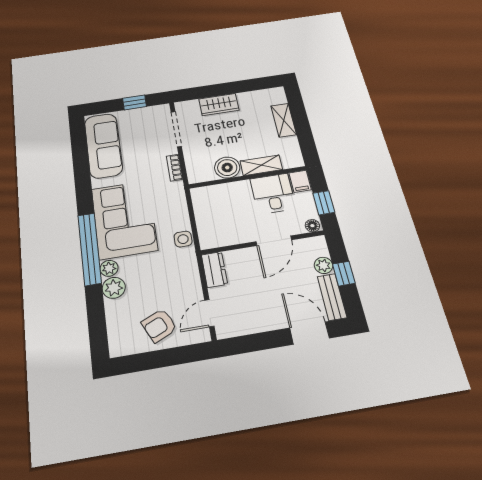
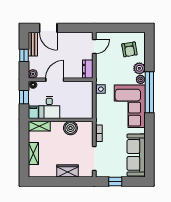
shelving: (261, 165) -> (39, 126), moved
plant: (323, 265) -> (33, 74), moved
armchair: (159, 326) -> (129, 49), moved, turned 105

